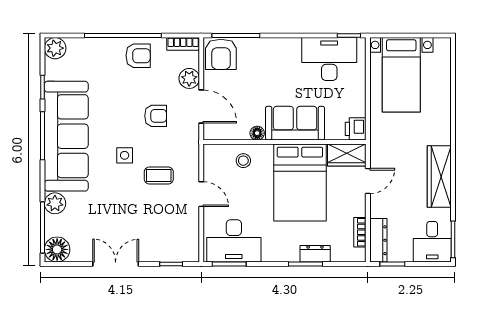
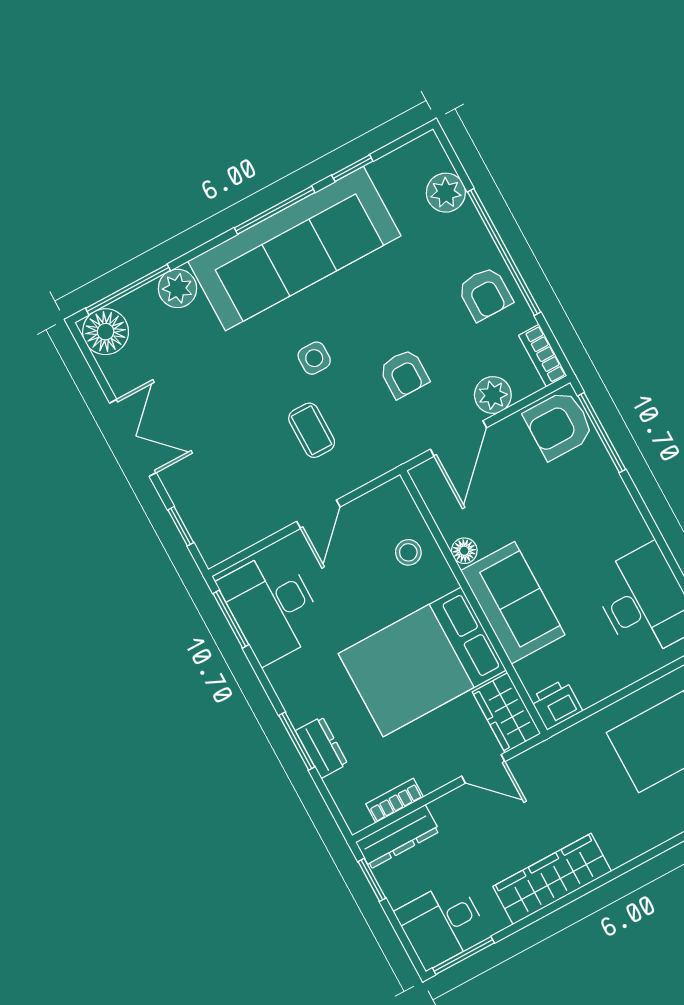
plant: (55, 48) -> (446, 193), moved

